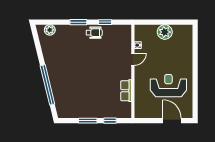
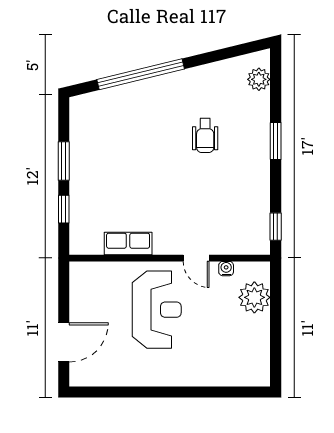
window: (105, 22) -> (276, 227), moved
plant: (165, 32) -> (254, 297), moved
wheelchair: (94, 33) -> (205, 136), moved
reception desk: (168, 86) -> (157, 310), moved

